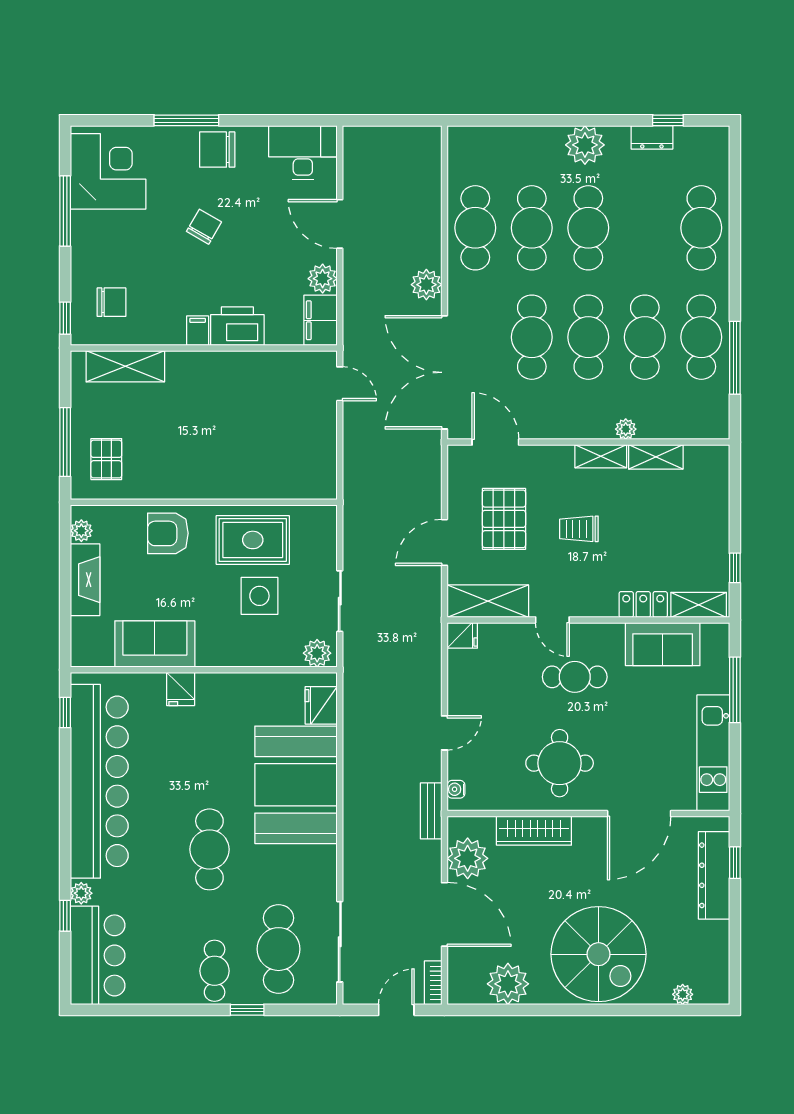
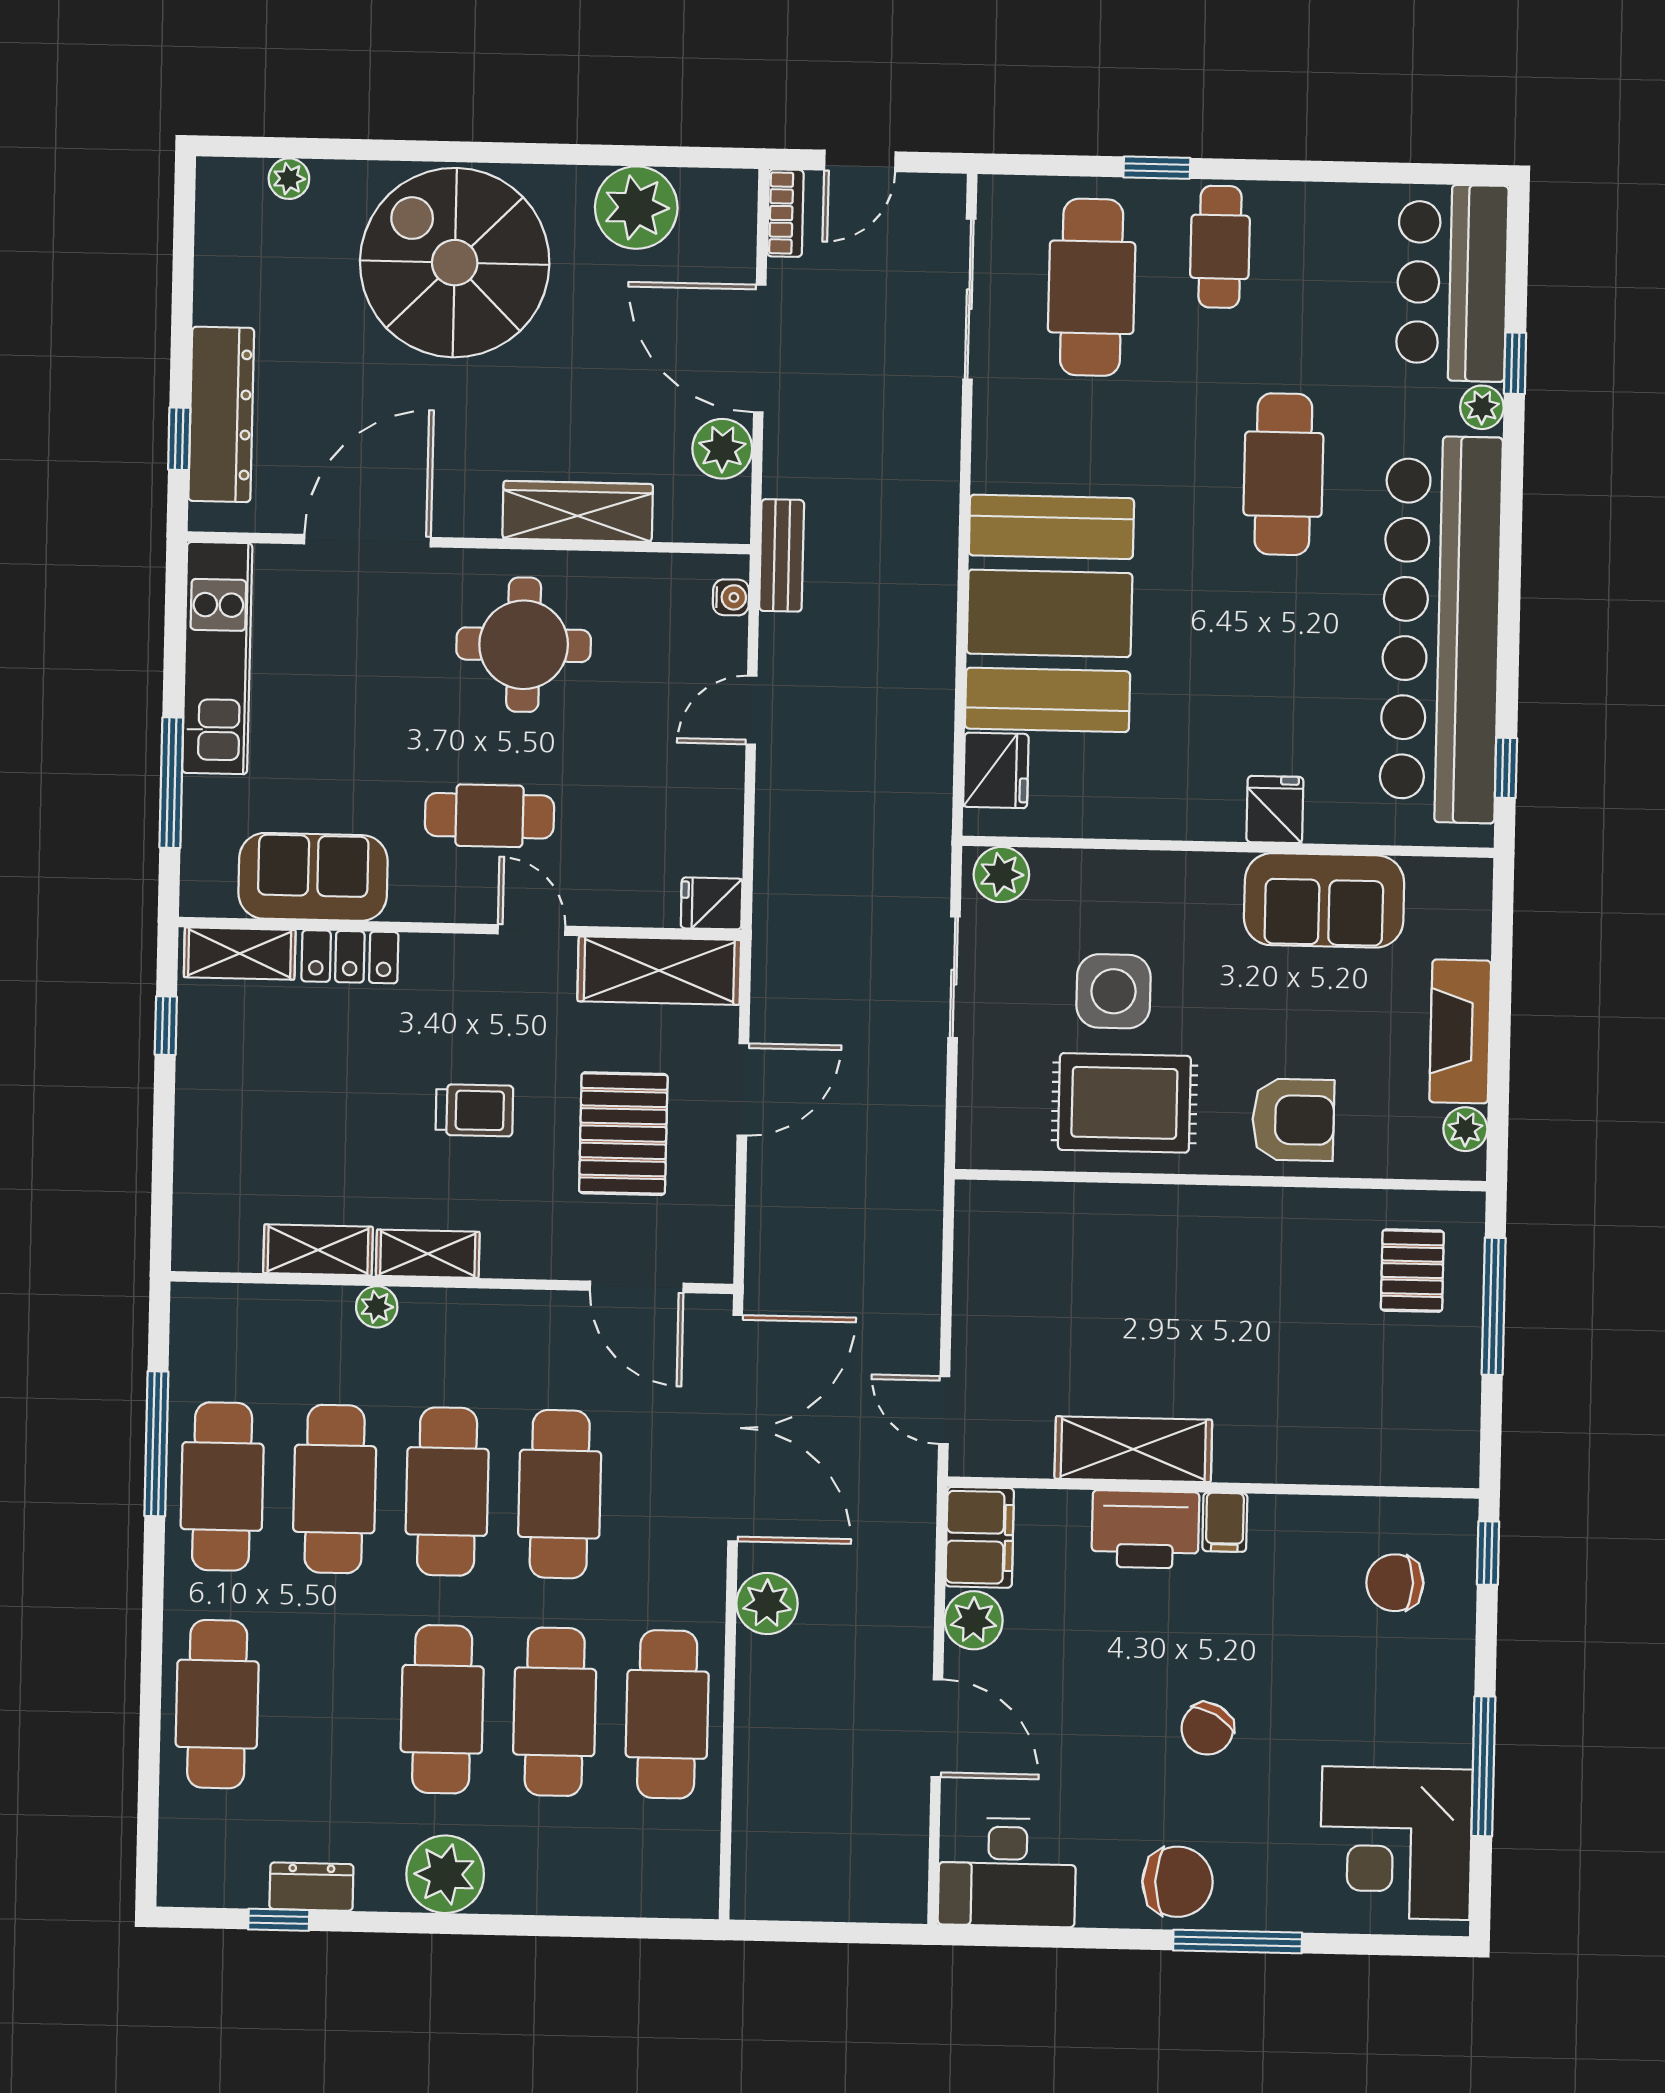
shelving: (125, 366) -> (1133, 1449), moved
cafe table: (209, 849) -> (1283, 474), moved
plant: (468, 858) -> (722, 449), width x0.73, depth x0.73

